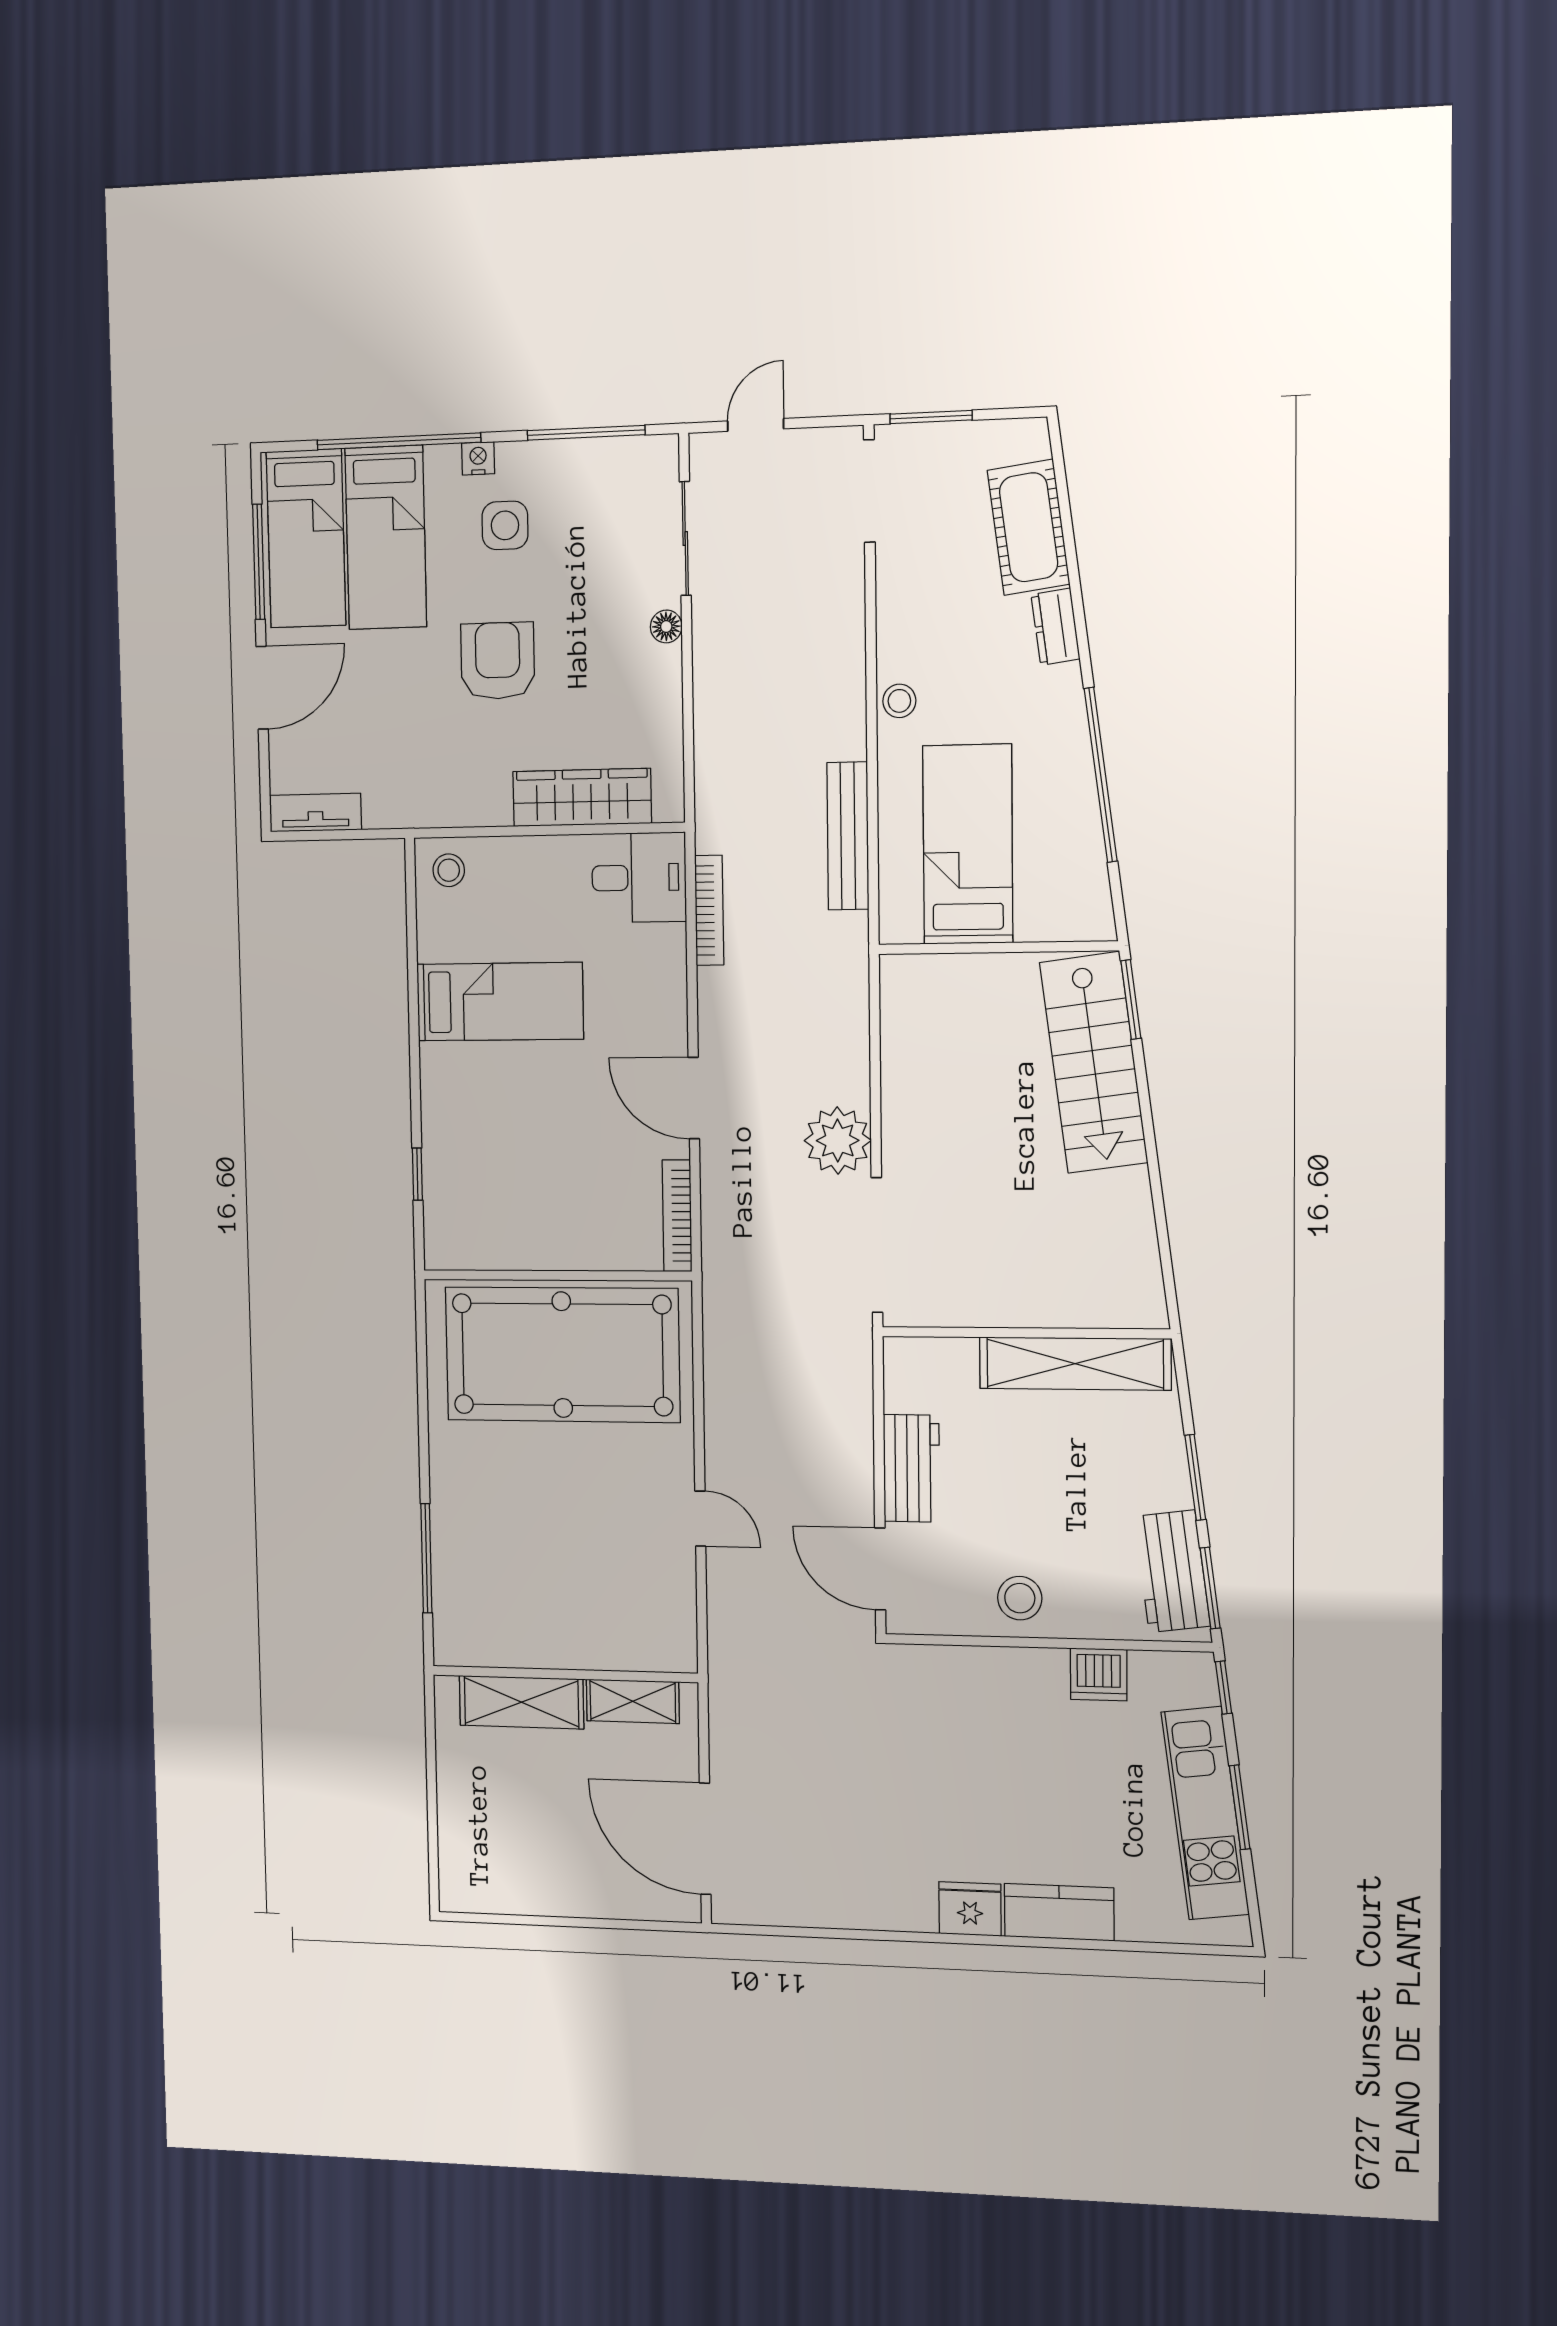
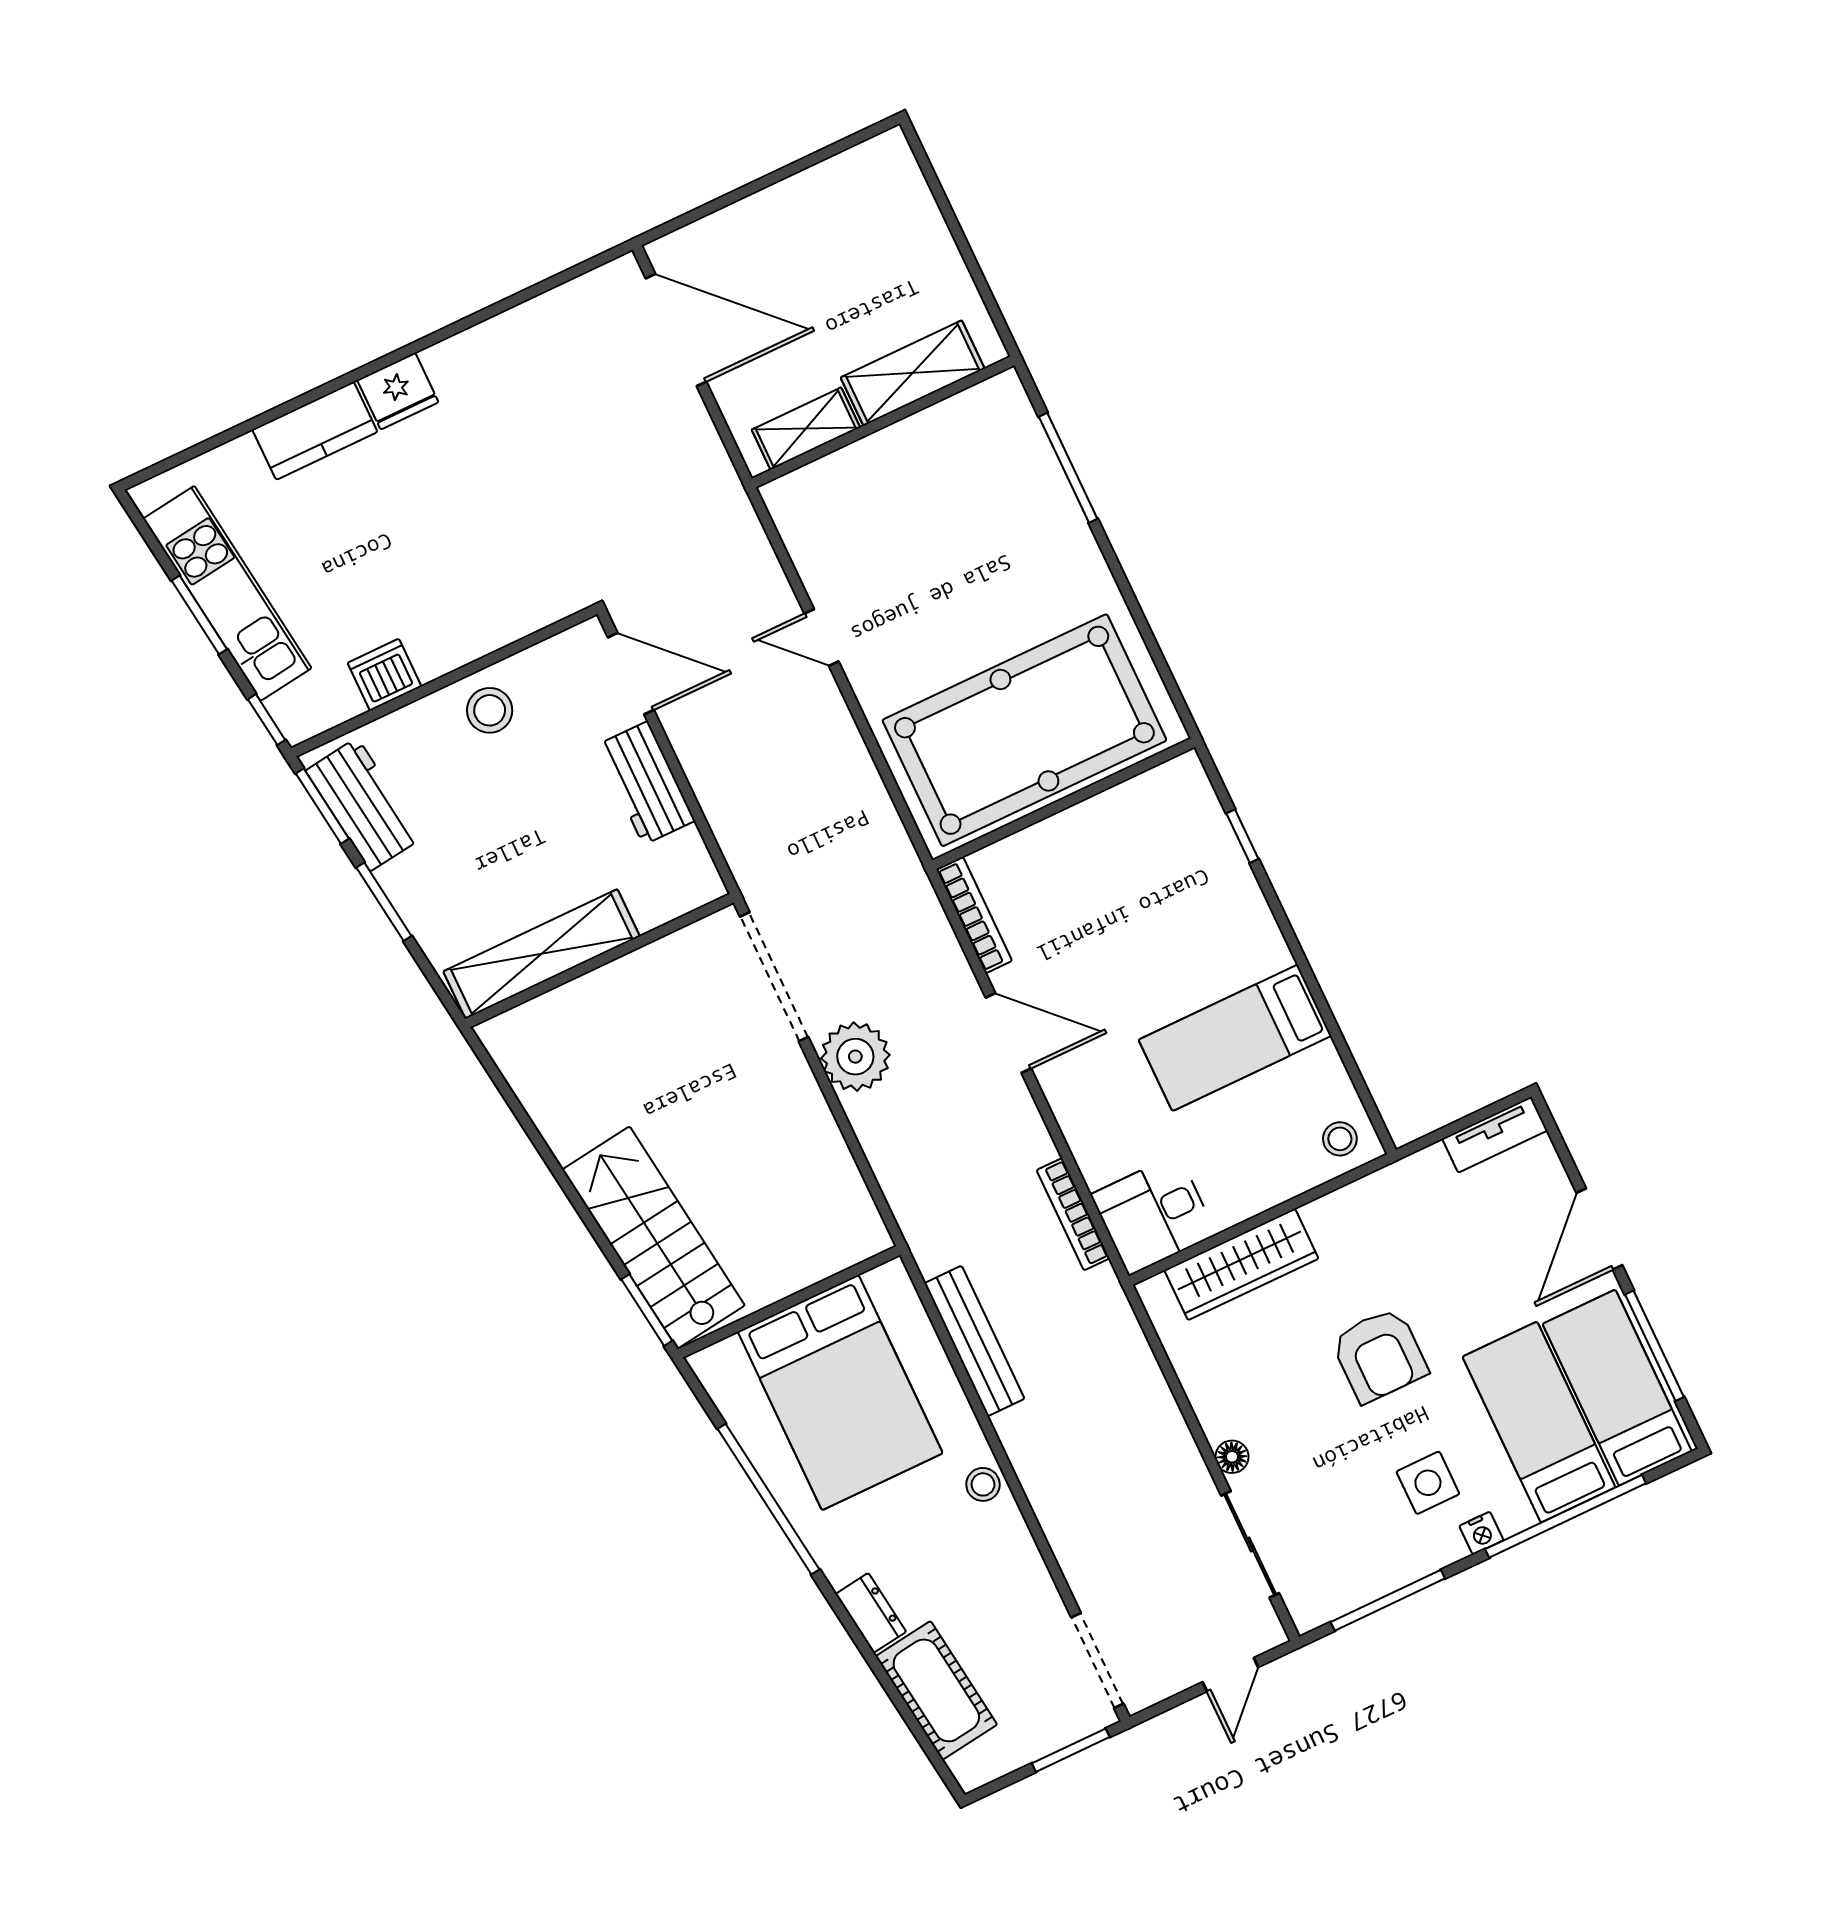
bed: (968, 844) -> (840, 1392), width x1.50

